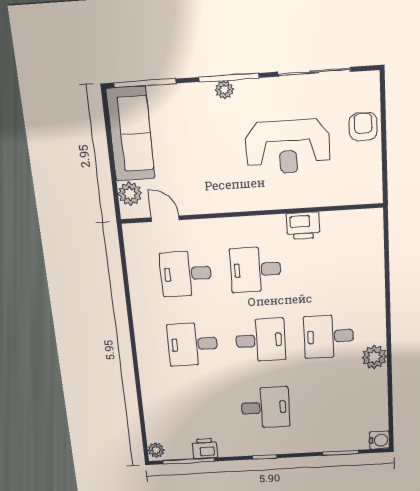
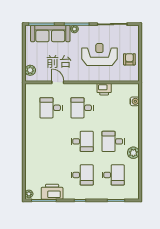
armchair: (363, 127) -> (129, 59), moved
sofa: (131, 134) -> (50, 34), moved, turned 90
reception desk: (288, 147) -> (99, 54), turned 180
door: (165, 219) -> (58, 82), moved
desk: (193, 344) -> (113, 175), moved, turned 180
water cooler: (379, 440) -> (135, 101), moved
printer: (205, 448) -> (52, 192), width x1.87, depth x1.48

